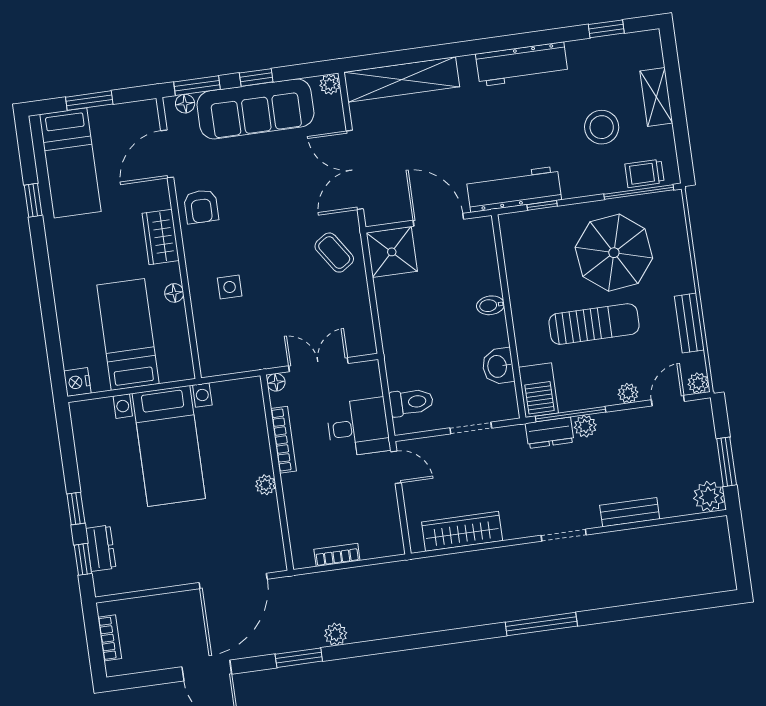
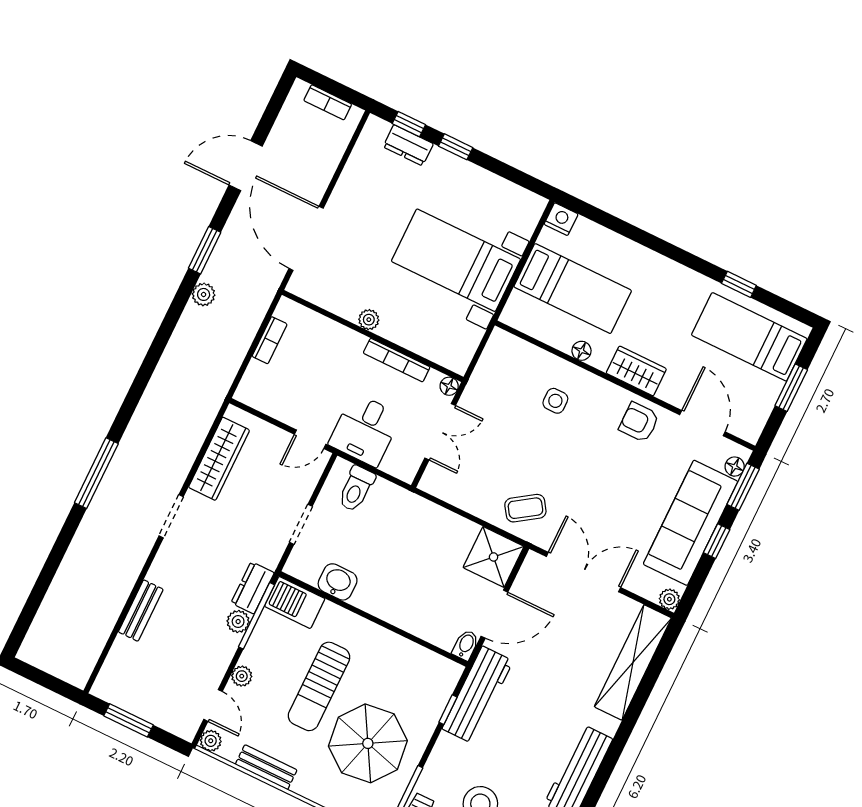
bidet: (490, 305) -> (466, 645), moved
plant: (709, 497) -> (109, 686), removed
doorway: (564, 535) -> (171, 516), moved

